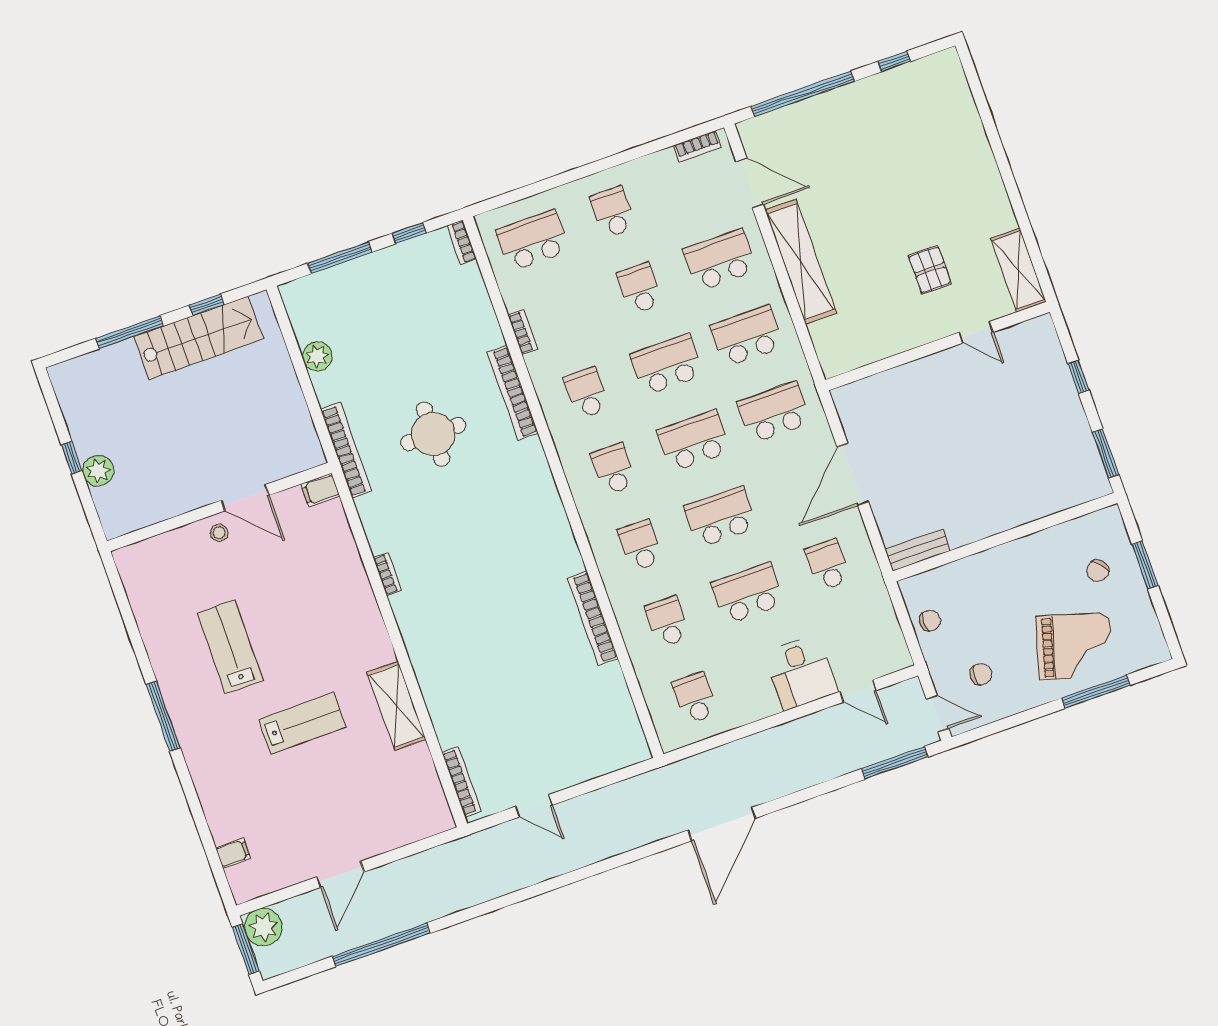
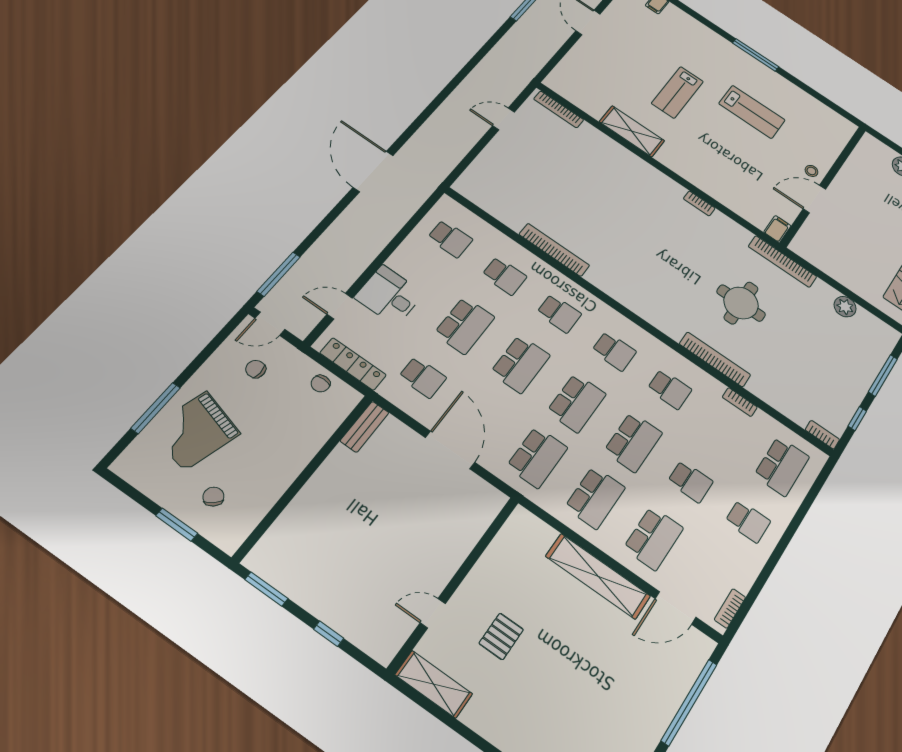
pallet: (930, 270) -> (501, 636), turned 90
locker: (886, 621) -> (353, 364), added
chair: (981, 674) -> (256, 369), turned 90

